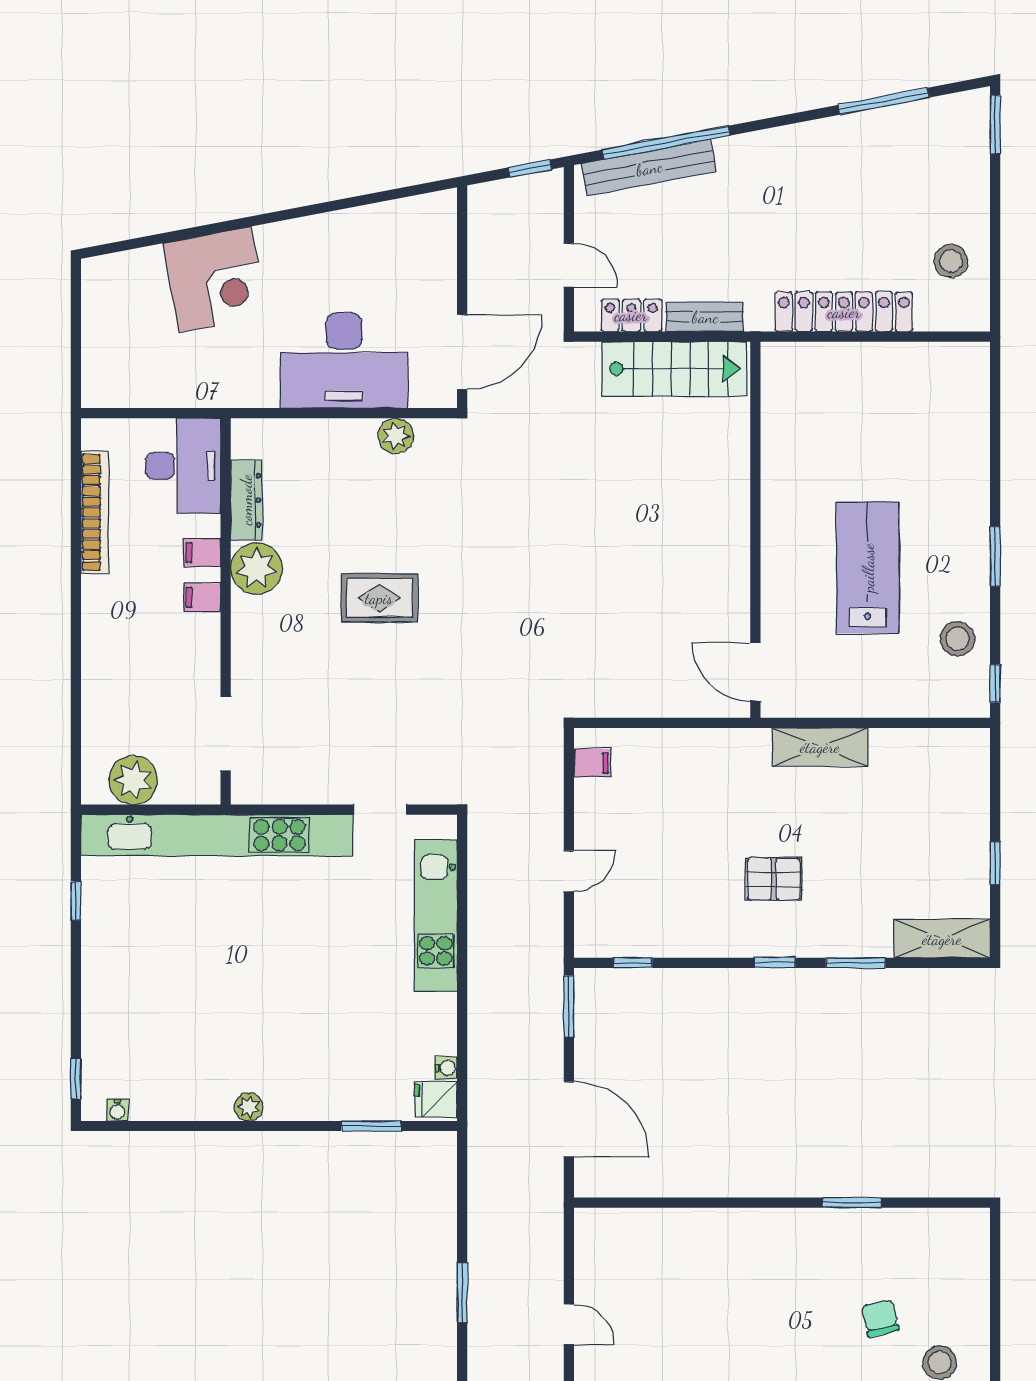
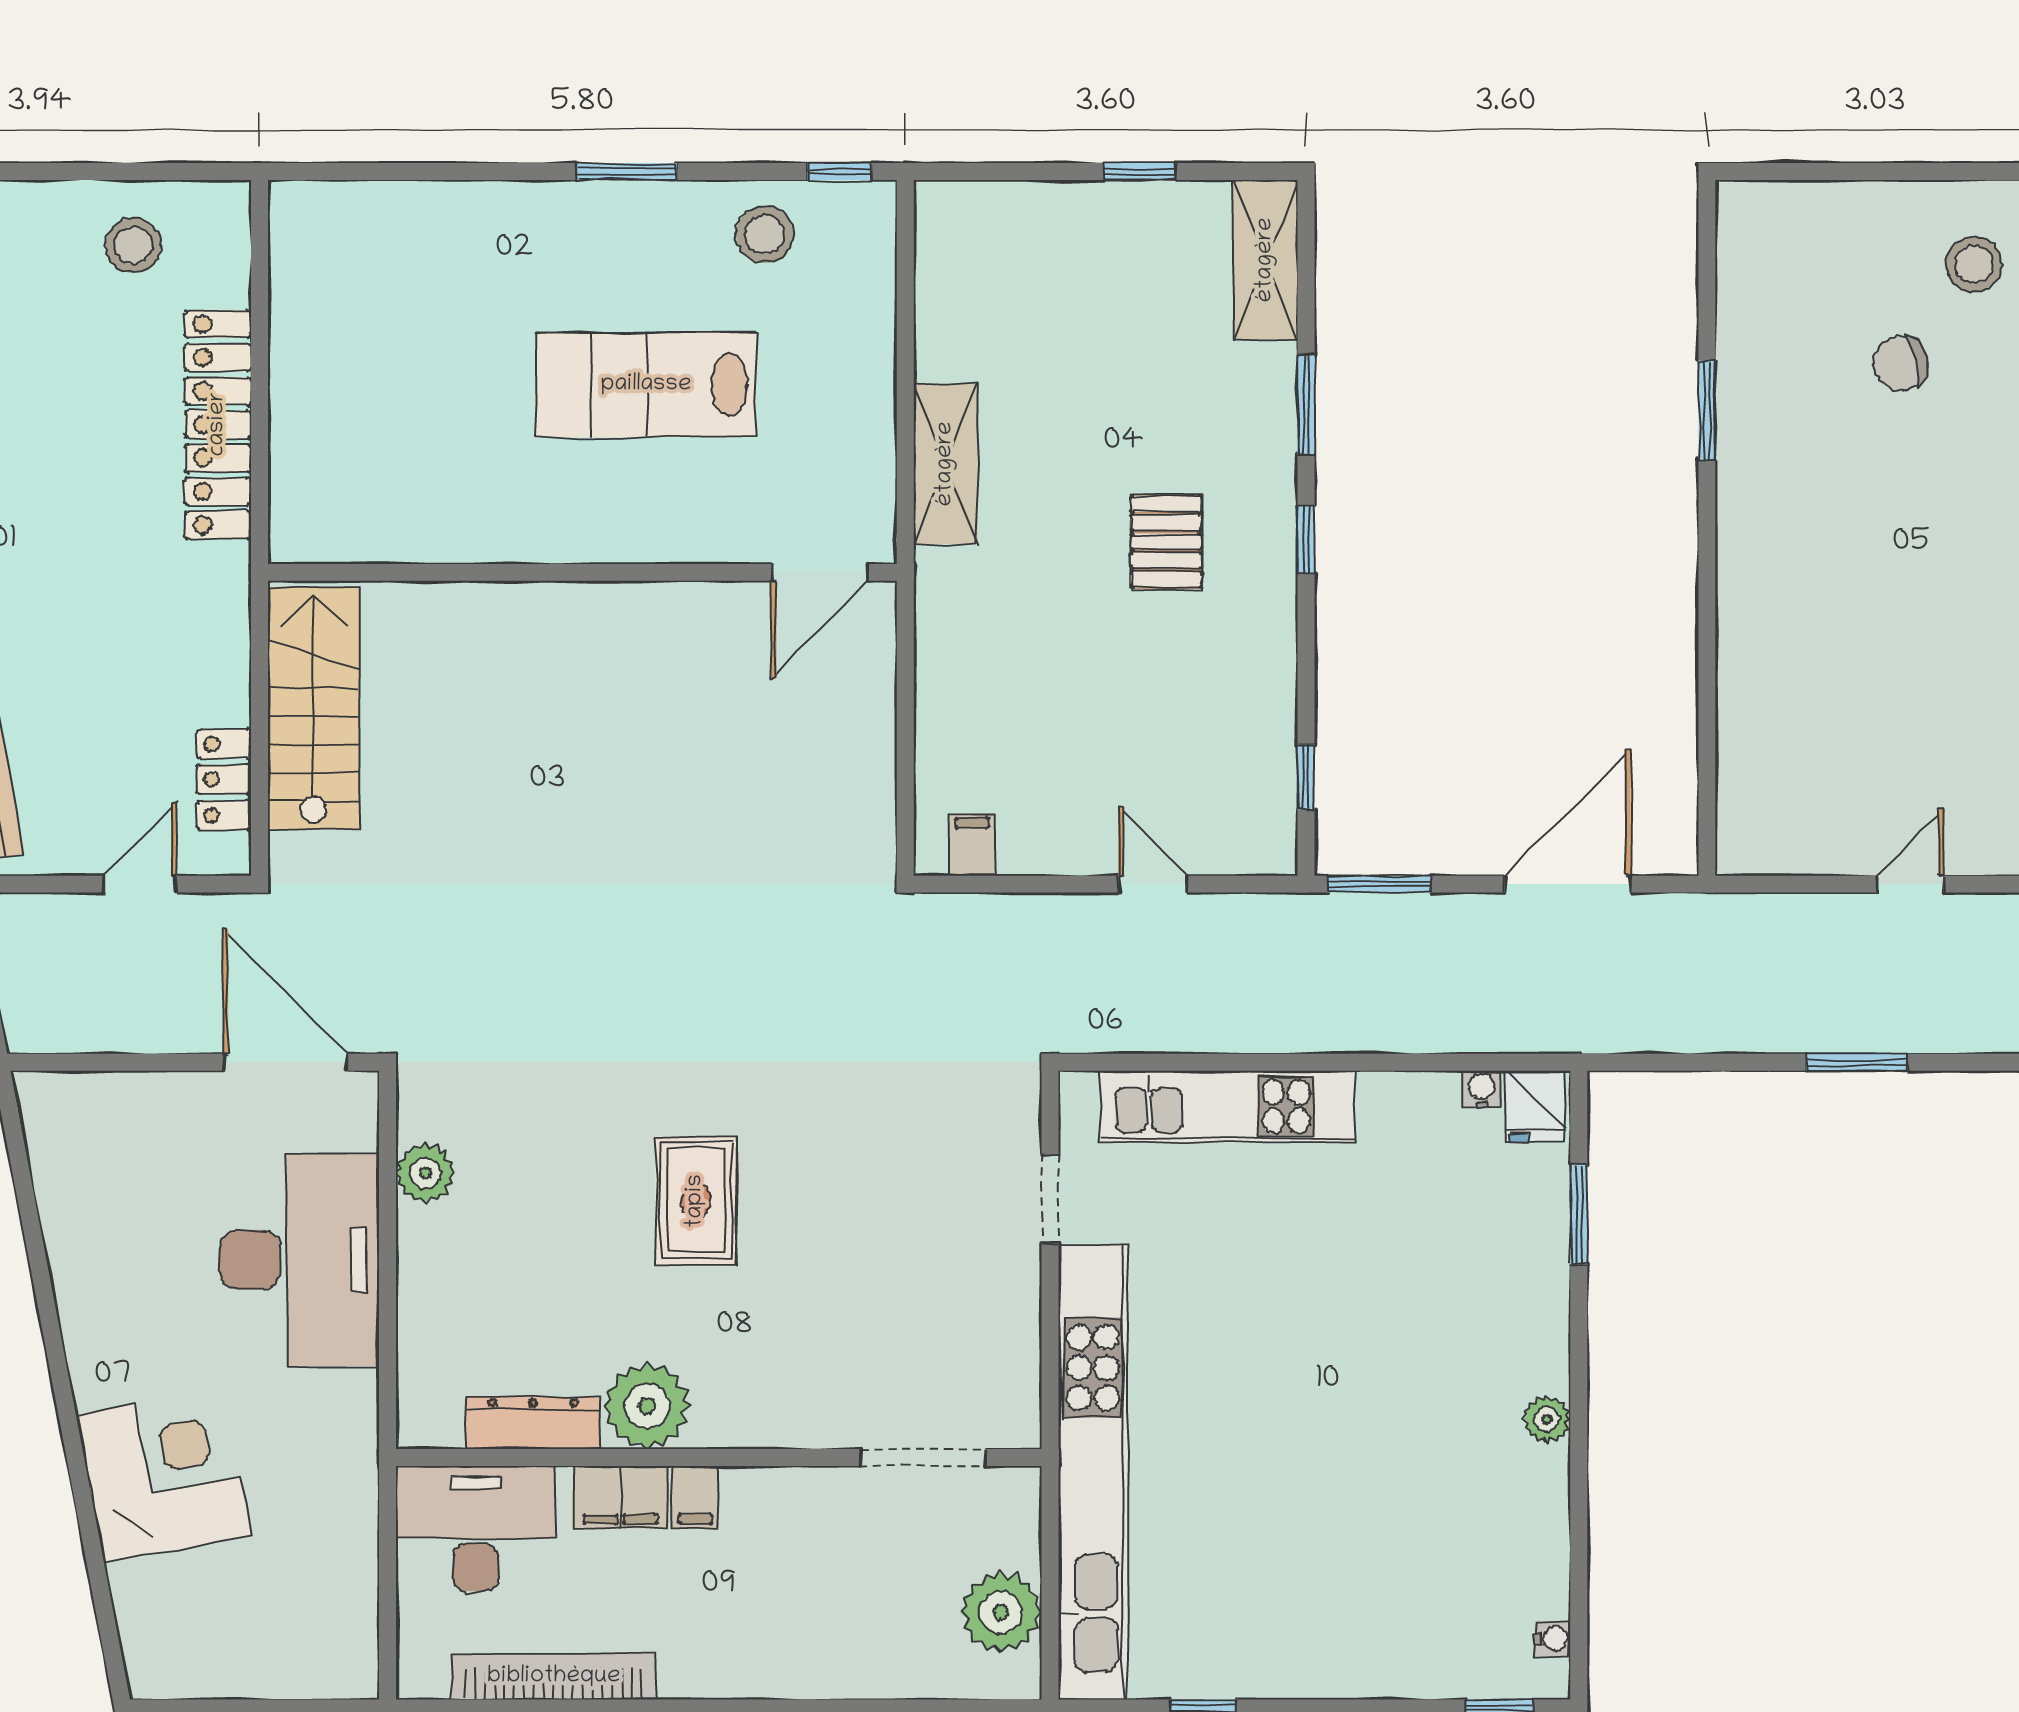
bench: (705, 317) -> (227, 657), removed
filing cabinet: (202, 553) -> (620, 1497), width x2.00

